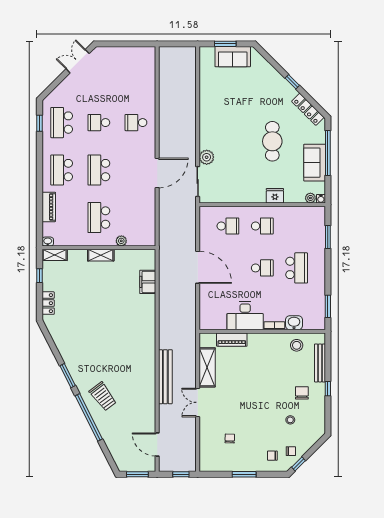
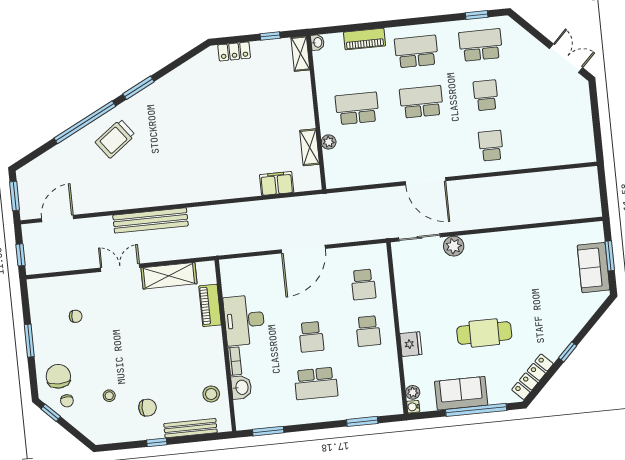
shelving: (101, 255) -> (310, 147), moved
chair: (272, 456) -> (58, 376), width x1.87, depth x1.87

